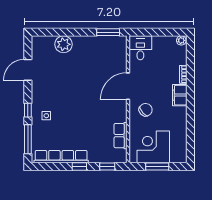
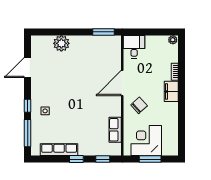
row of seats: (61, 157) -> (59, 150), width x0.73

